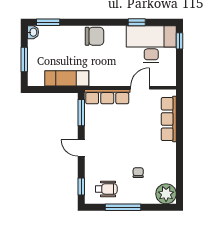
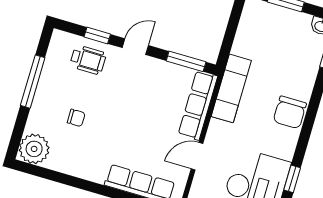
exam couch: (67, 78) -> (231, 88), moved
door: (140, 88) -> (197, 156), swing flipped
window: (81, 186) -> (97, 35), moved
wheelchair: (106, 189) -> (88, 60), moved, turned -90

